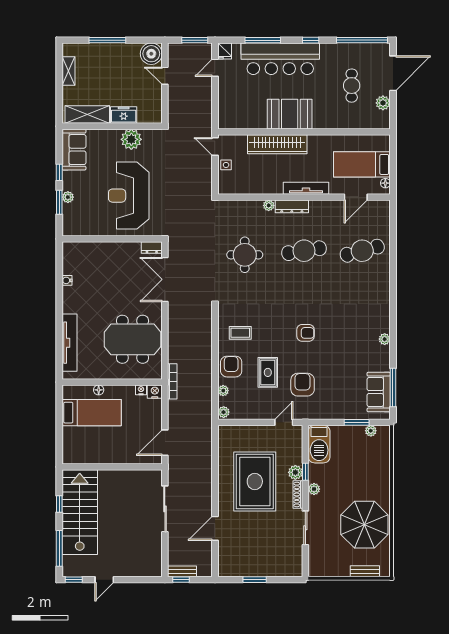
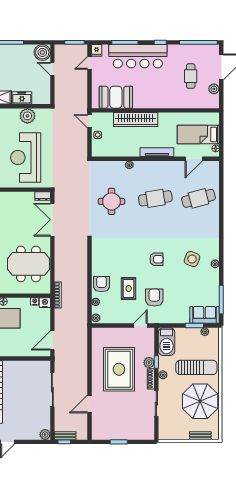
booth: (290, 114) -> (116, 97), moved
dresser: (292, 206) -> (146, 166), removed
coffee table: (240, 333) -> (108, 259), removed
side table: (353, 333) -> (192, 259), added
sofa: (379, 392) -> (204, 315), moved, turned 90
sun lounger: (359, 479) -> (196, 367), added
plant: (155, 570) -> (45, 434), added

